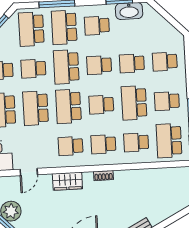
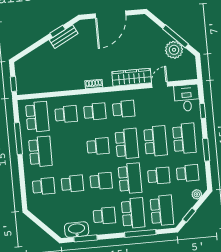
school desk: (167, 101) -> (40, 152), width x1.85
school desk: (134, 103) -> (69, 149), removed
wardrobe: (67, 181) -> (132, 77), width x1.50

